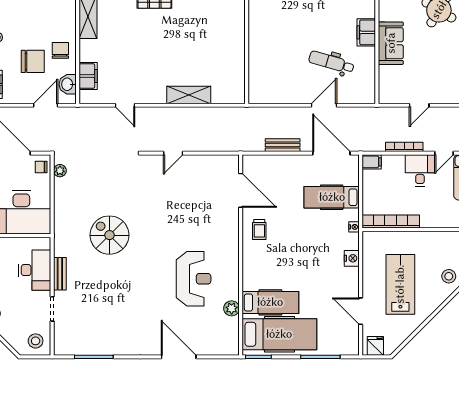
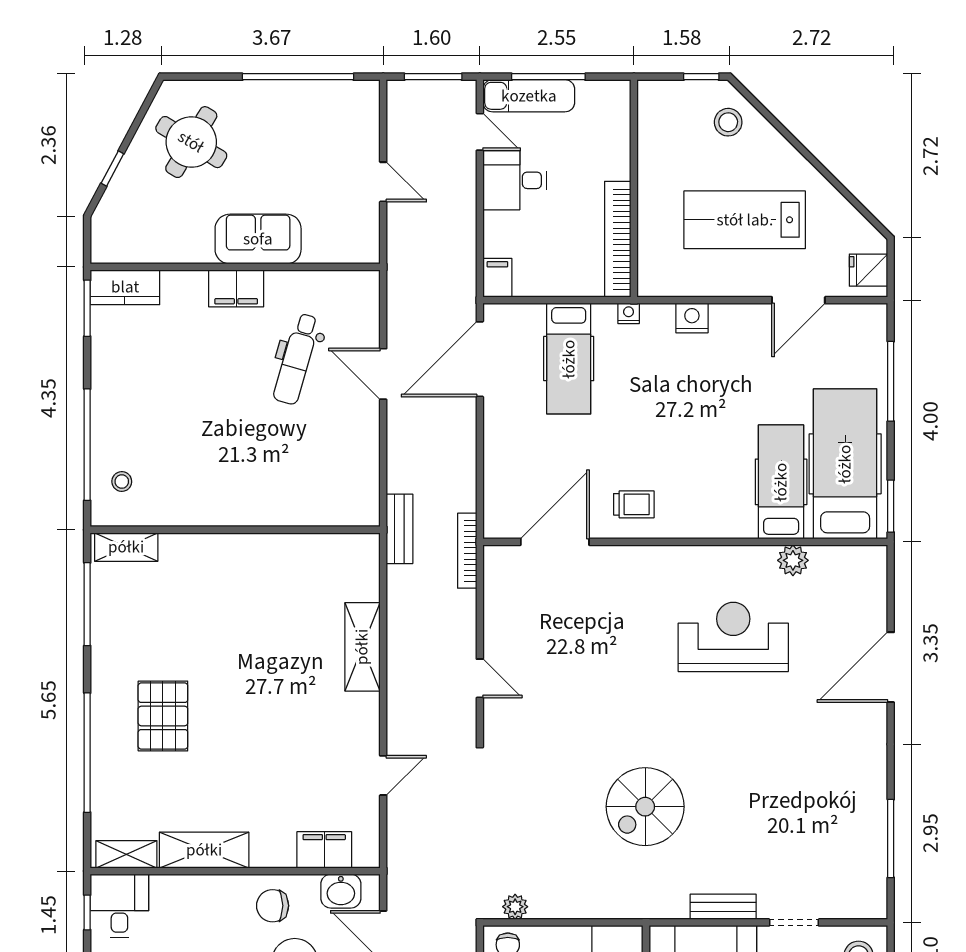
bench: (283, 145) -> (399, 529), moved
bookcase: (404, 147) -> (467, 551), moved

